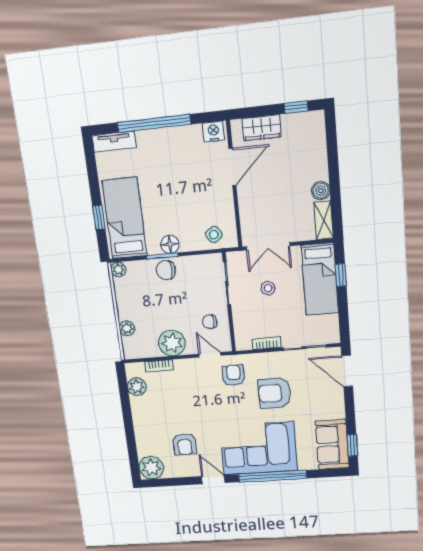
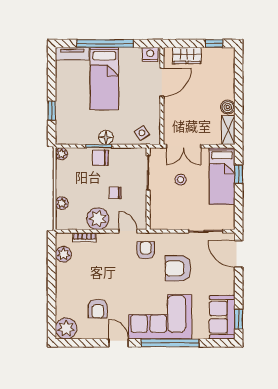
bed: (125, 218) -> (104, 79), moved, turned 180
chair: (210, 322) -> (115, 193), moved
bookcase: (267, 343) -> (175, 225), removed

